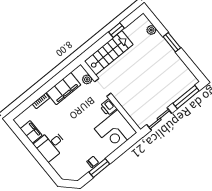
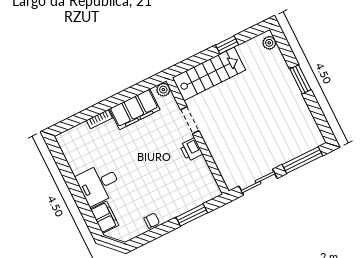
plant: (151, 30) -> (269, 43), moved
plant: (87, 79) -> (163, 90), moved
corner desk: (116, 131) -> (194, 184), removed
filing cabinet: (31, 132) -> (104, 217), moved
window: (99, 168) -> (192, 215), moved

